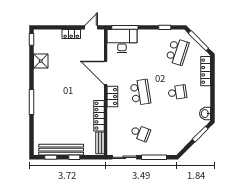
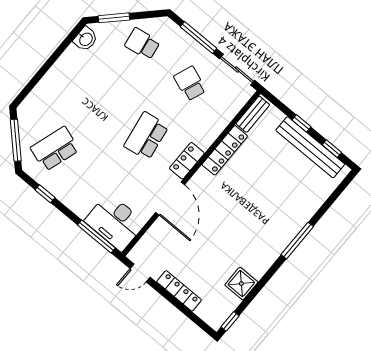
locker: (71, 34) -> (179, 291), width x1.53
locker: (206, 71) -> (39, 93), removed
school desk: (177, 92) -> (142, 44), moved

